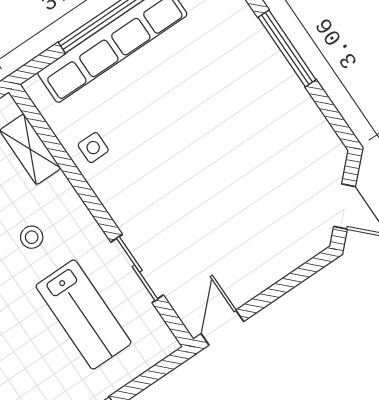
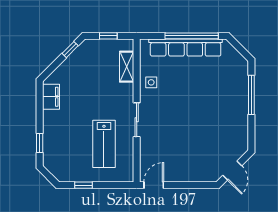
stool: (32, 237) -> (104, 101), removed
sliding door: (137, 269) -> (137, 120), moved

